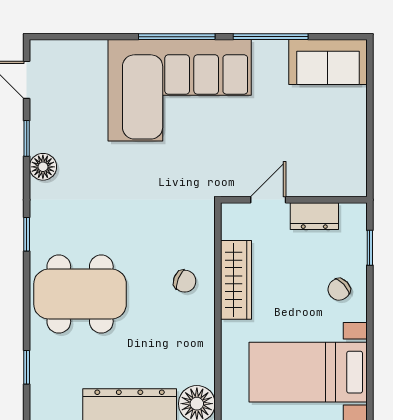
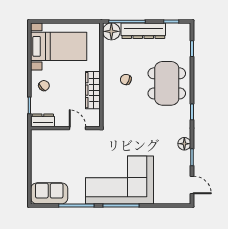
door: (268, 200) -> (78, 128), swing flipped
dresser: (314, 216) -> (43, 120), moved
chair: (185, 281) -> (126, 79), moved
dining table: (80, 294) -> (167, 83), turned 90

